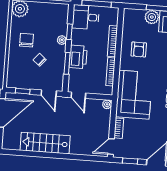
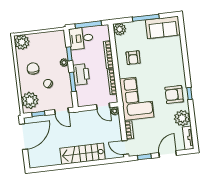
plant: (152, 17) -> (120, 29), moved
plant: (16, 74) -> (30, 100), added
door: (78, 95) -> (103, 106), moved
stairs: (45, 143) -> (83, 154), moved
door: (111, 147) -> (125, 147), hinge flipped

